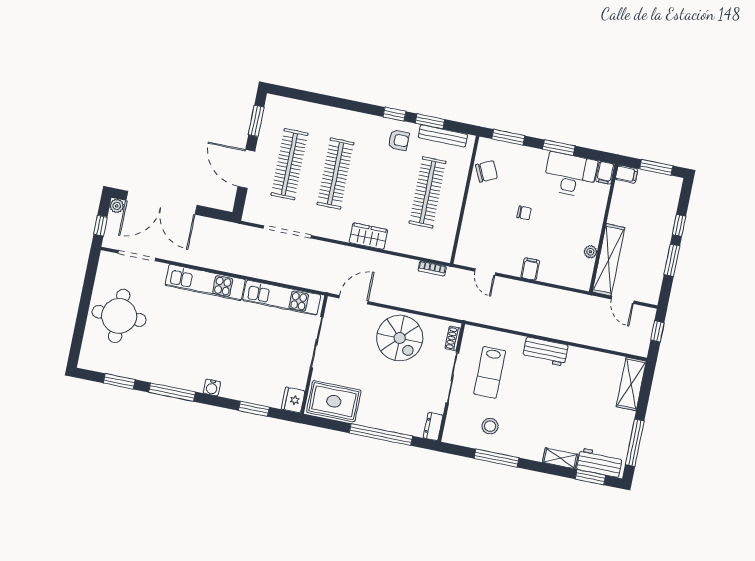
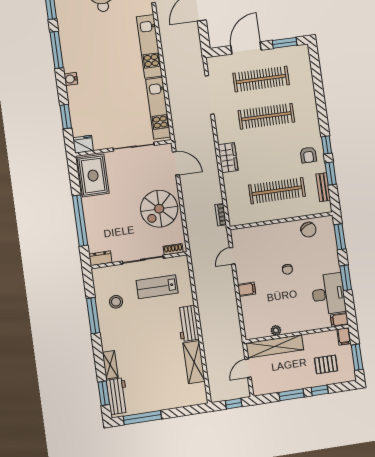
bench: (443, 136) -> (323, 187), width x0.73
pallet: (651, 207) -> (326, 364), added
shelving: (631, 384) -> (194, 362), moved, turned 90

